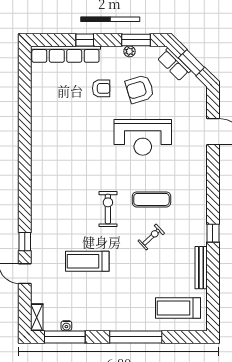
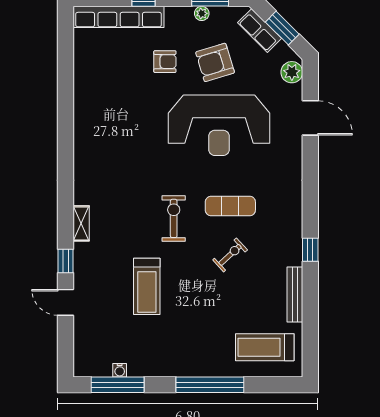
plant: (199, 97) -> (292, 72), added
reception desk: (143, 137) -> (219, 125), width x1.36, depth x1.30
treadmill: (87, 261) -> (147, 286), turned -90
shelving: (37, 317) -> (81, 223), moved

